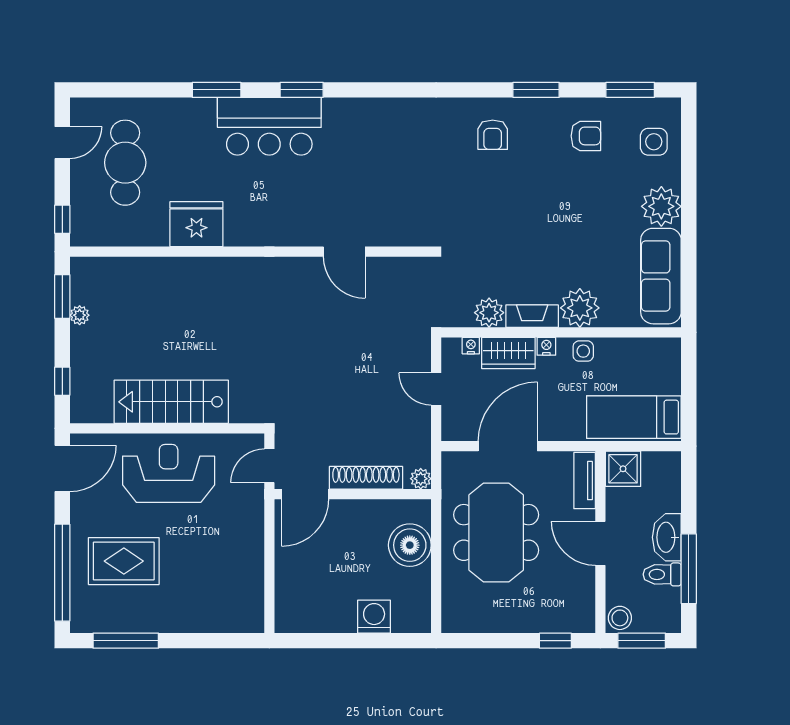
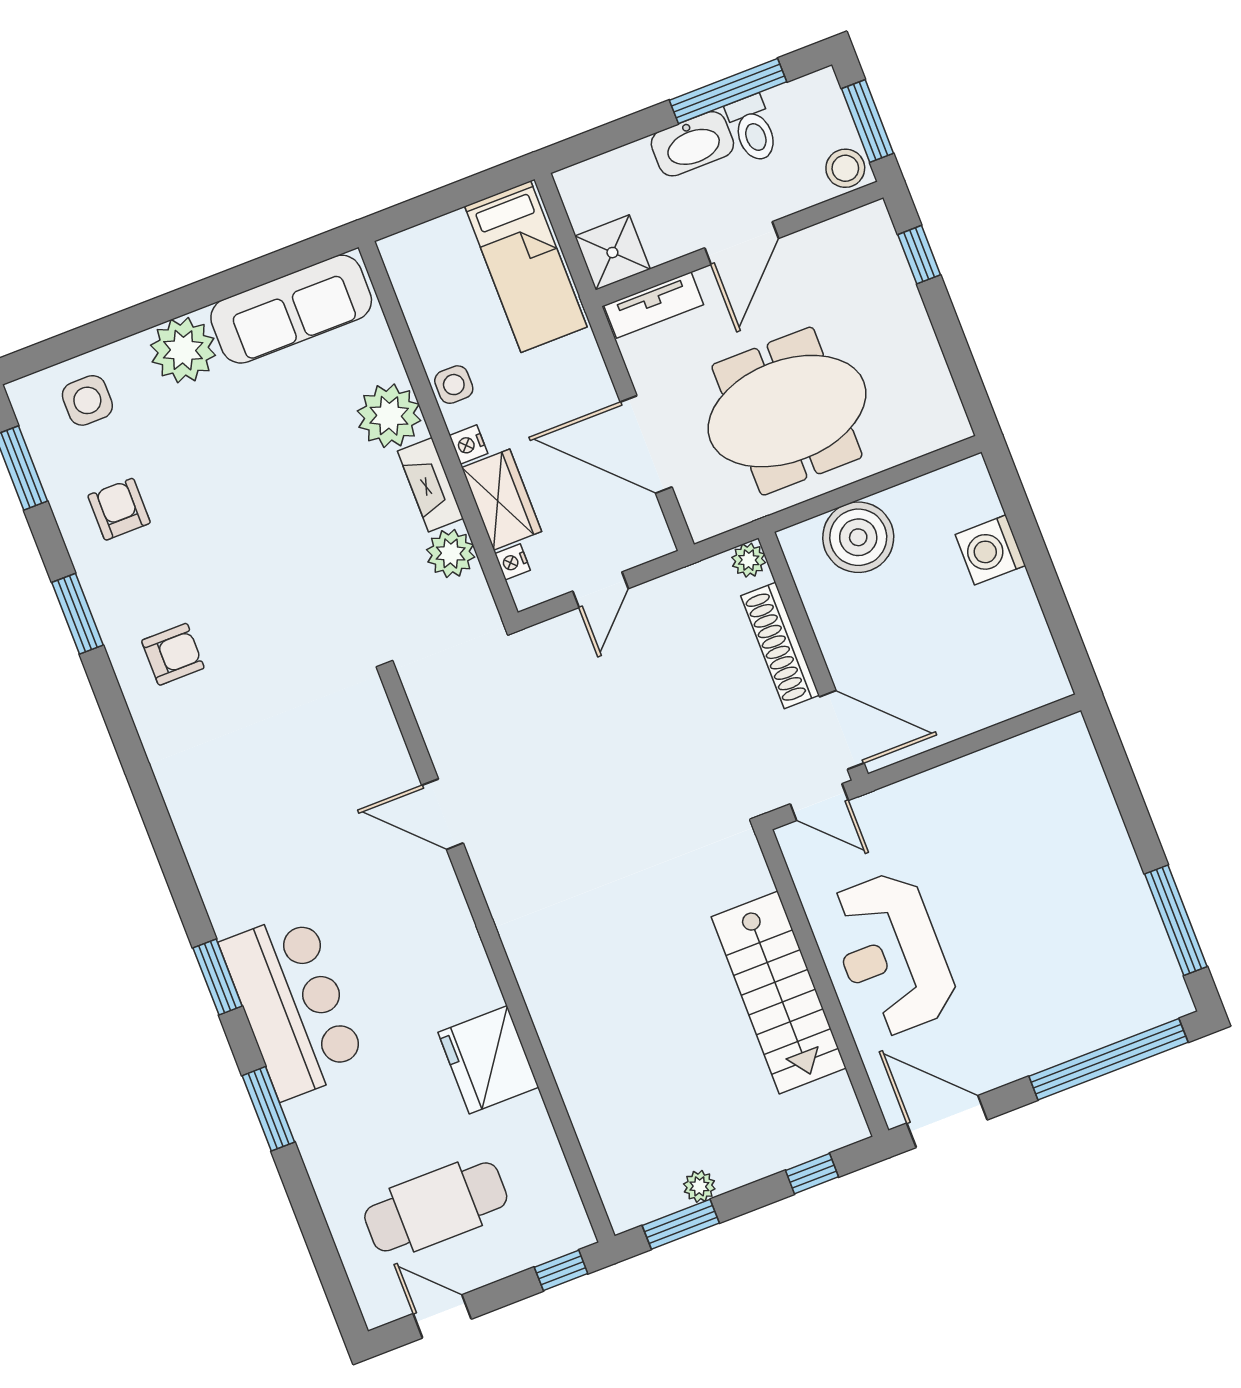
door: (344, 252) -> (443, 814), swing flipped
rug: (124, 561) -> (1054, 971), removed

